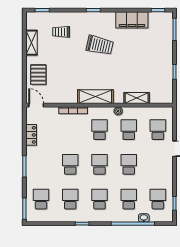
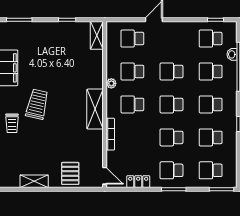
trolley: (61, 32) -> (12, 123), moved
pallet: (38, 75) -> (70, 173), turned 90
shelving: (137, 98) -> (97, 35), moved
door: (36, 105) -> (105, 176), swing flipped
school desk: (41, 164) -> (172, 170), added

